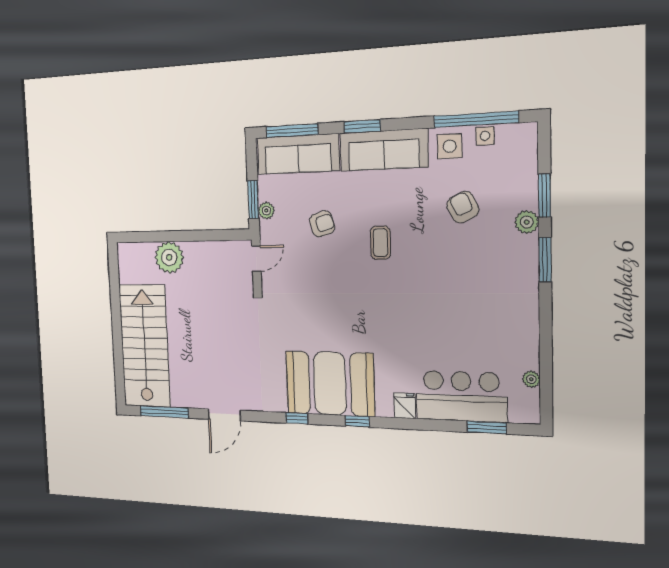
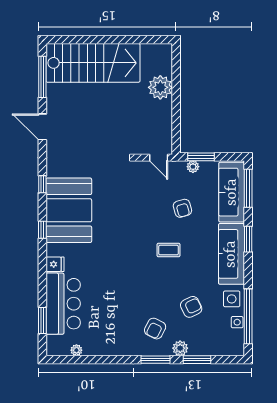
armchair: (496, 261) -> (155, 329), added

